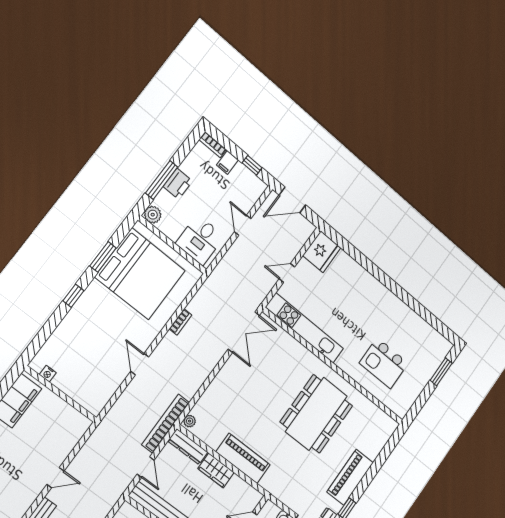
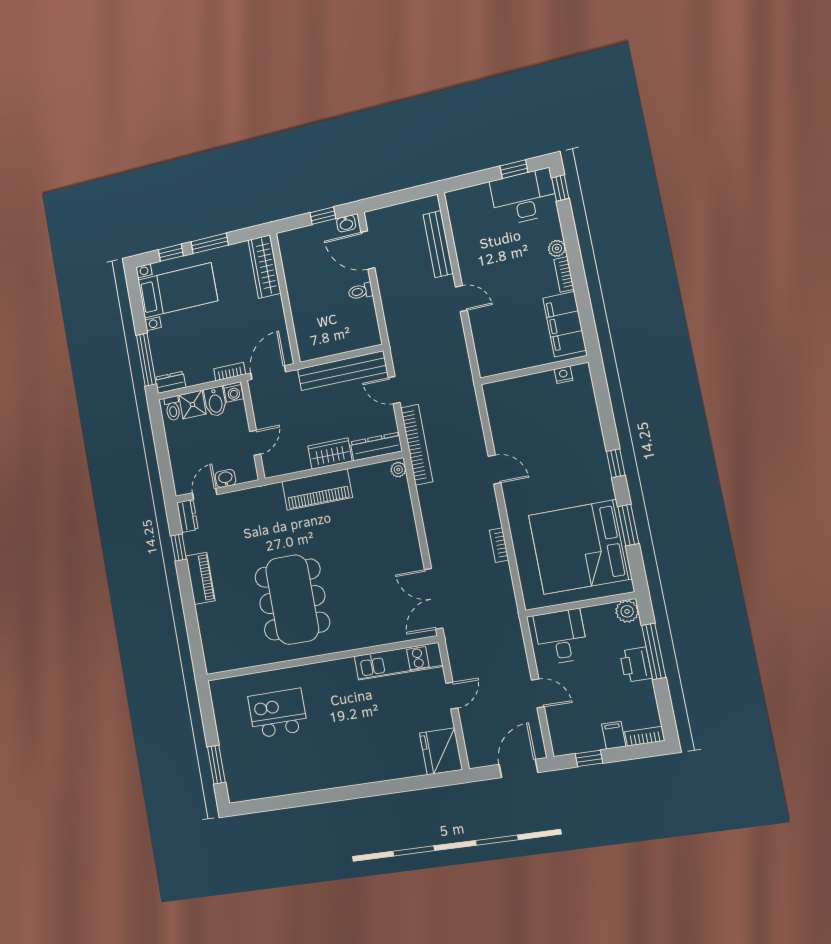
kitchen unit: (305, 328) -> (398, 661), width x0.73
piano: (350, 477) -> (201, 578), width x0.73, depth x0.75
door: (55, 478) -> (461, 299), swing flipped

